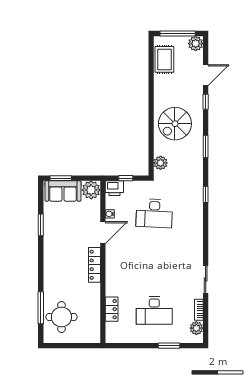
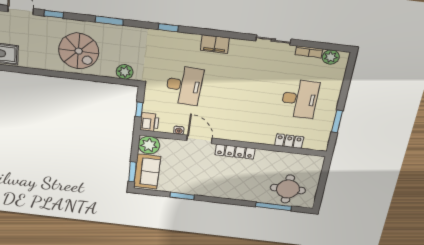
filing cabinet: (196, 233) -> (215, 44), added
window: (169, 346) -> (337, 121), moved

